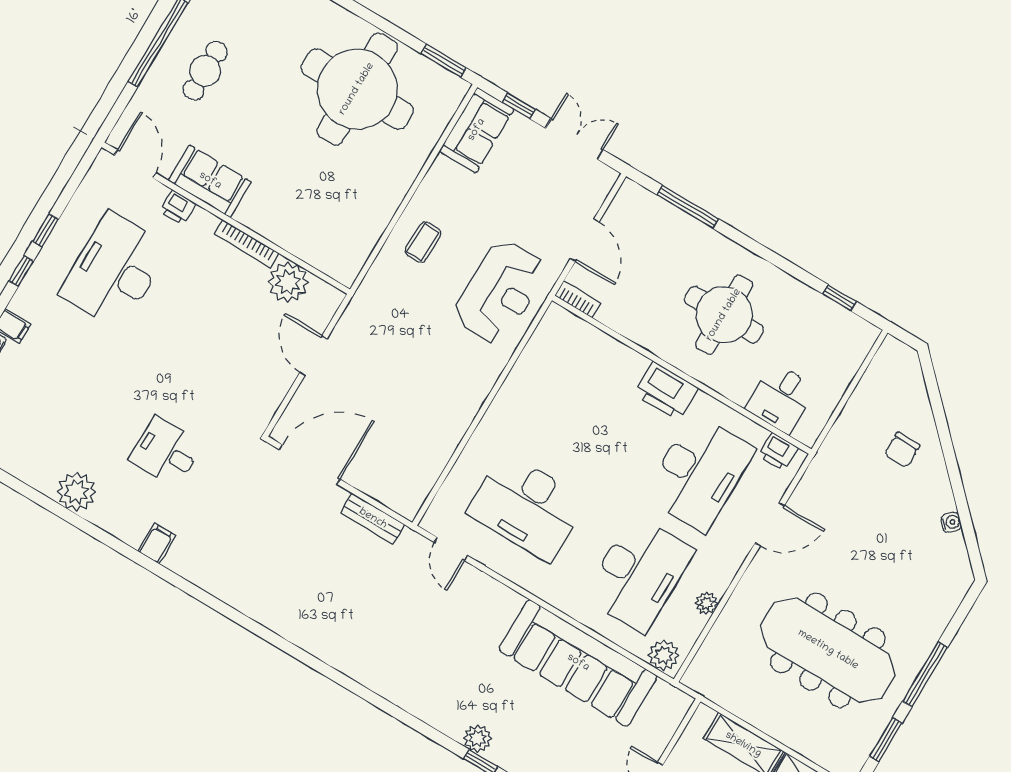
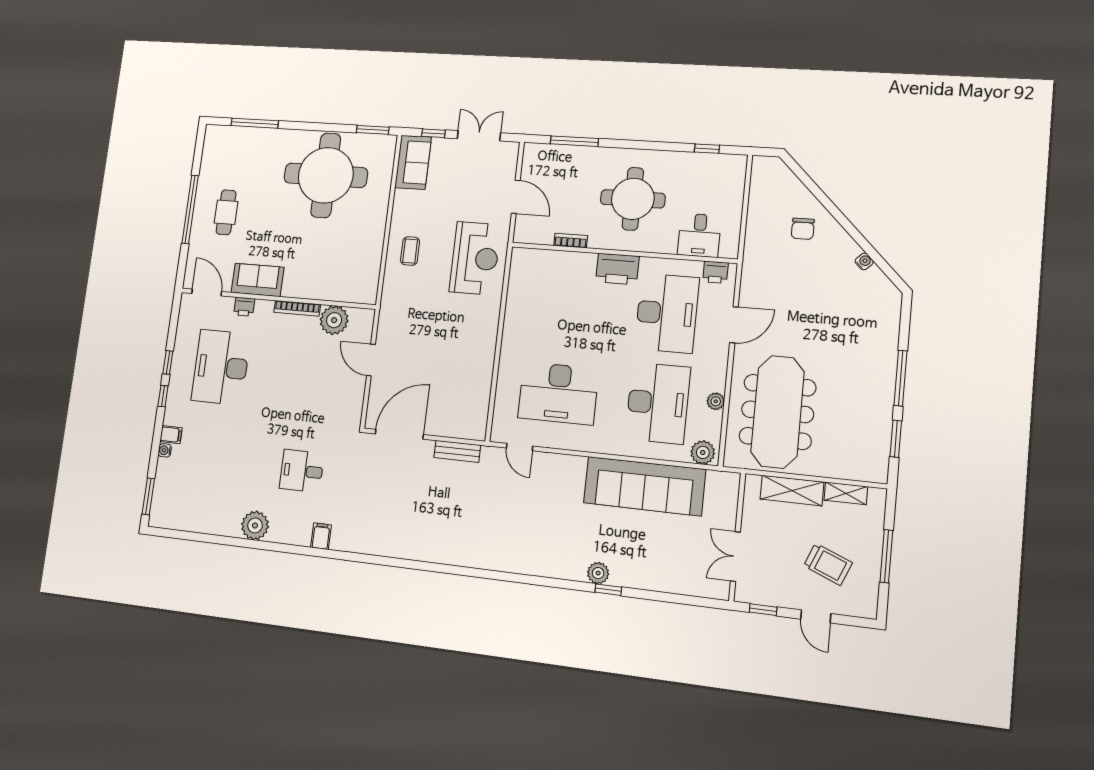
bookcase: (578, 299) -> (571, 241), moved
meeting table: (828, 650) -> (778, 412), moved, turned 90

